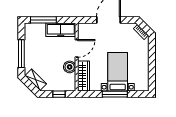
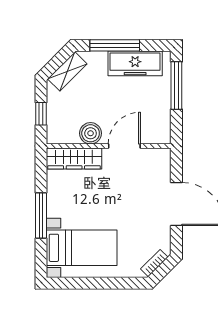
freezer: (61, 30) -> (135, 63), moved, turned -90
door: (77, 48) -> (124, 146), swing flipped
bed with nightstands: (118, 72) -> (82, 248), moved

